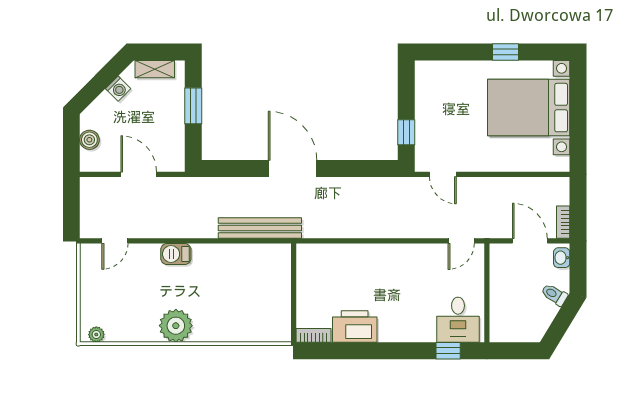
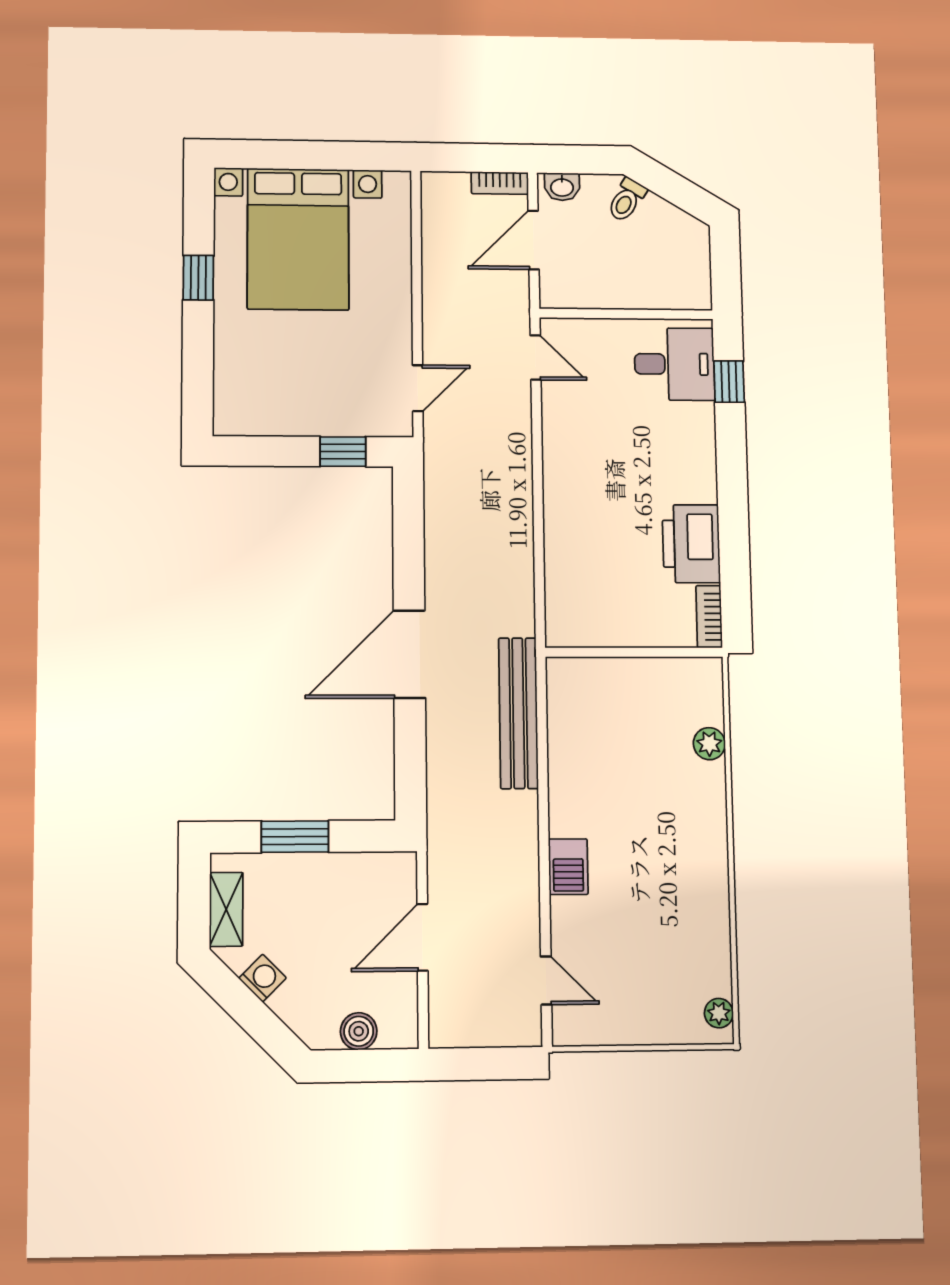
plant: (176, 326) -> (709, 744), moved, width x0.53, depth x0.53

